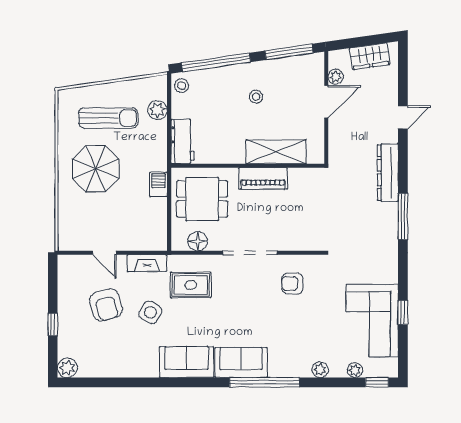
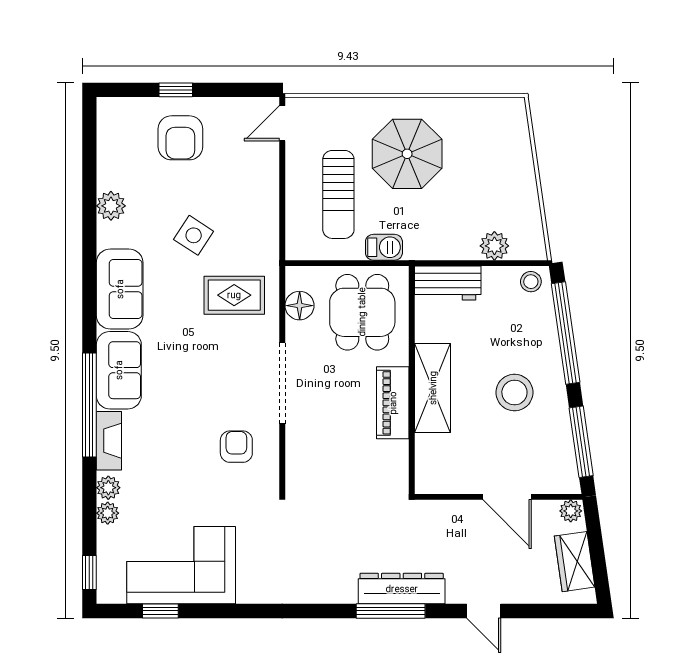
plant: (336, 77) -> (571, 511), moved
stool: (256, 97) -> (514, 393), width x1.89, depth x1.89
sun lounger: (108, 118) -> (338, 194), moved
shelving: (276, 152) -> (433, 388), moved
window: (403, 216) -> (391, 611), moved
door: (104, 253) -> (282, 123), moved
fireplace: (147, 263) -> (109, 441), moved, turned 180
rug: (191, 285) -> (234, 295), turned 90
armchair: (106, 305) -> (180, 138), moved, turned -74
window: (403, 312) -> (160, 611), moved
plant: (67, 368) -> (111, 206), moved
plant: (355, 370) -> (108, 513), moved

